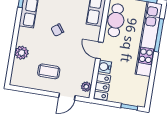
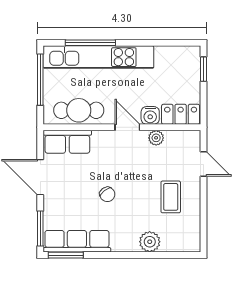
door: (99, 50) -> (127, 127), swing flipped
plant: (86, 87) -> (156, 138), moved

